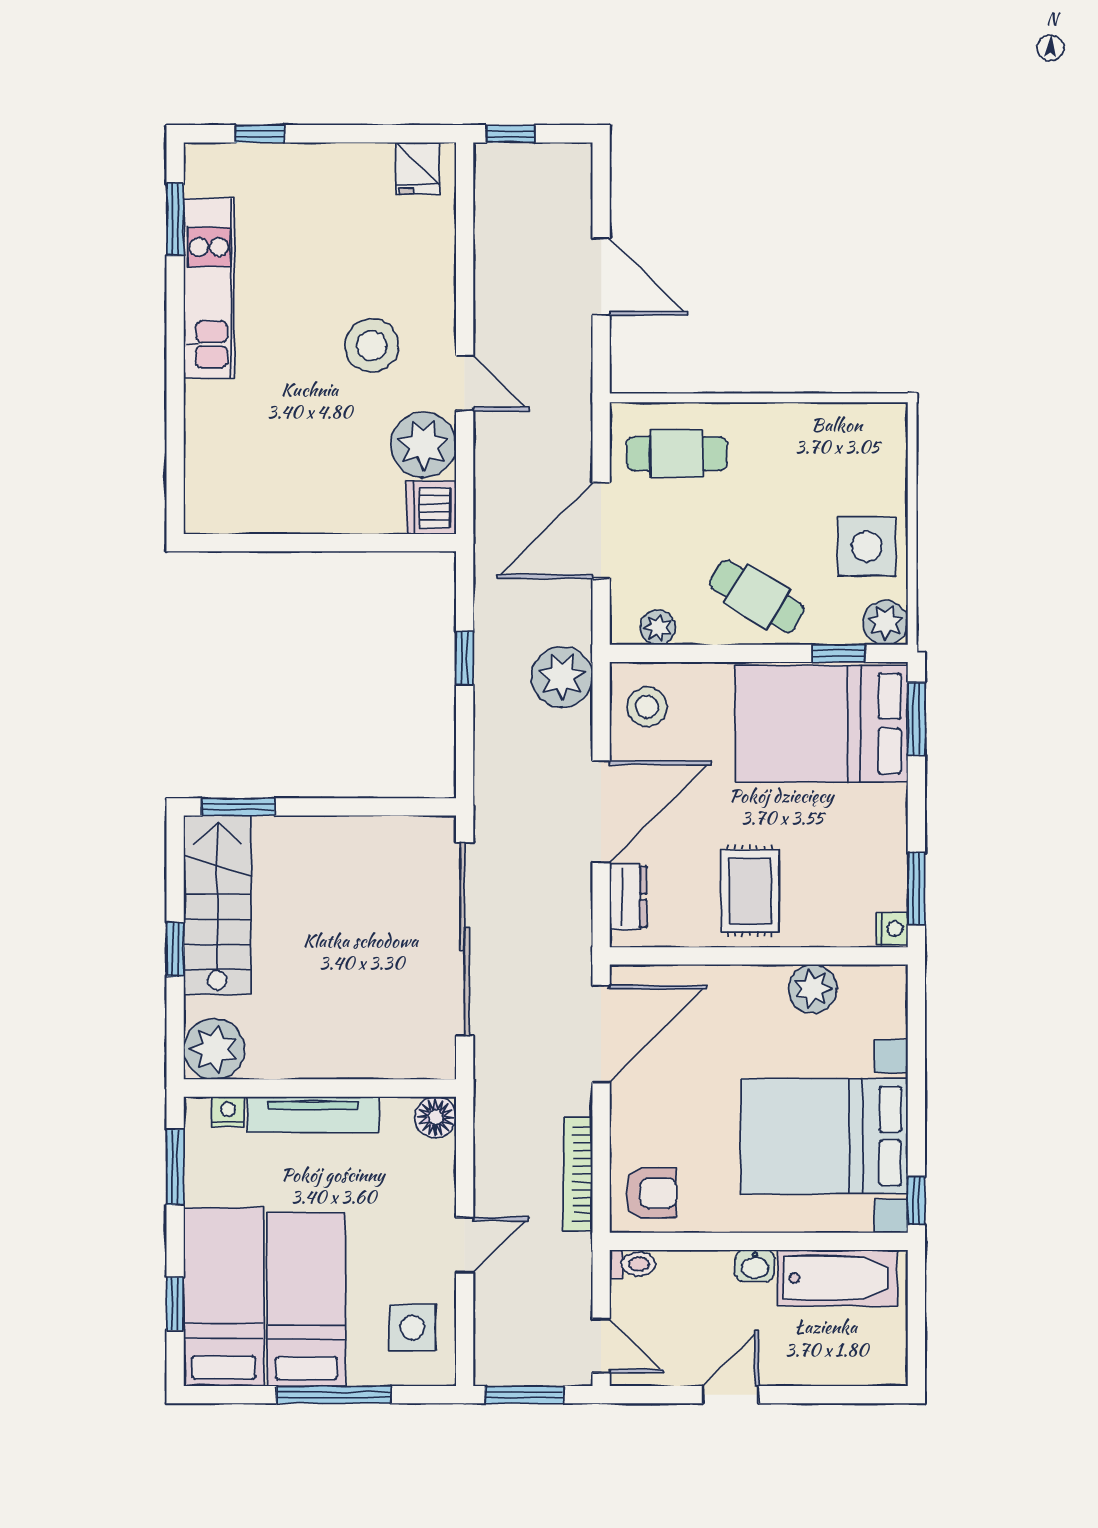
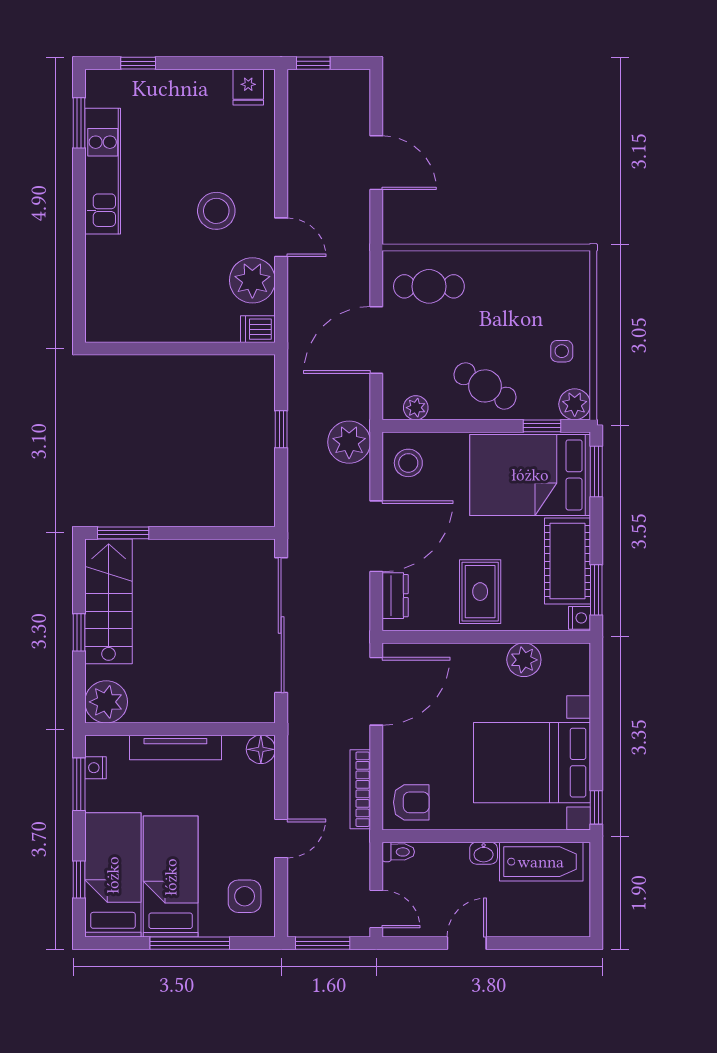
dishwasher: (431, 508) -> (258, 329), width x0.73
side table: (867, 546) -> (562, 351), width x0.54, depth x0.54
cot: (875, 847) -> (567, 561), added
nightstand: (228, 1112) -> (95, 768), moved, turned -90

